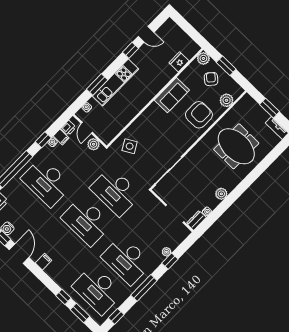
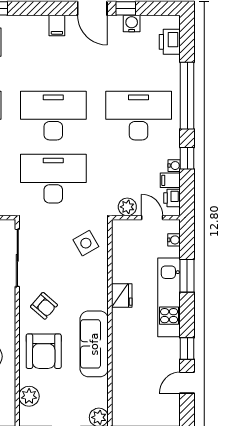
fridge: (179, 62) -> (122, 295), moved
armchair: (211, 79) -> (44, 306), moved
sofa: (172, 95) -> (94, 344), width x1.36

